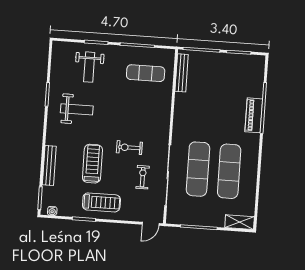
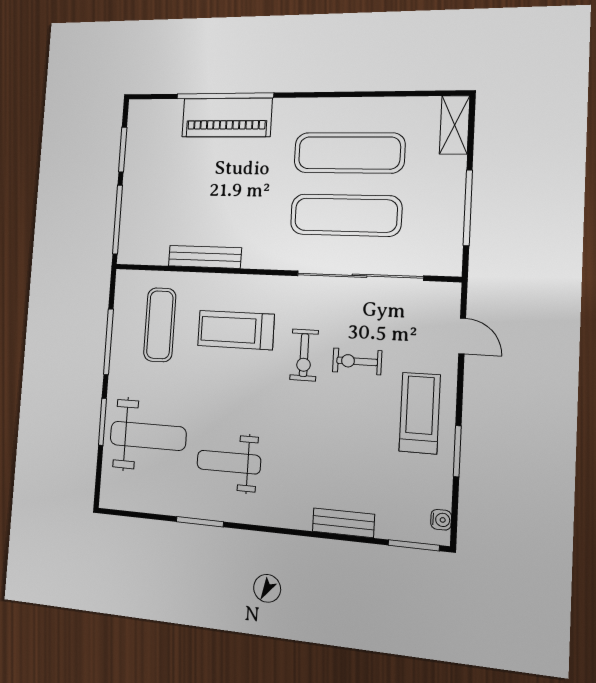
weight bench: (89, 67) -> (148, 436), width x1.36, depth x1.33
bench: (182, 73) -> (205, 257), moved
weight bench: (77, 109) -> (229, 462), turned -90
piano: (254, 115) -> (227, 118), width x1.37, depth x1.33
treadmill: (92, 164) -> (236, 330), moved
bench: (49, 166) -> (343, 523), width x0.73
exercise bike: (143, 177) -> (357, 361), moved
door: (151, 224) -> (462, 336), moved

